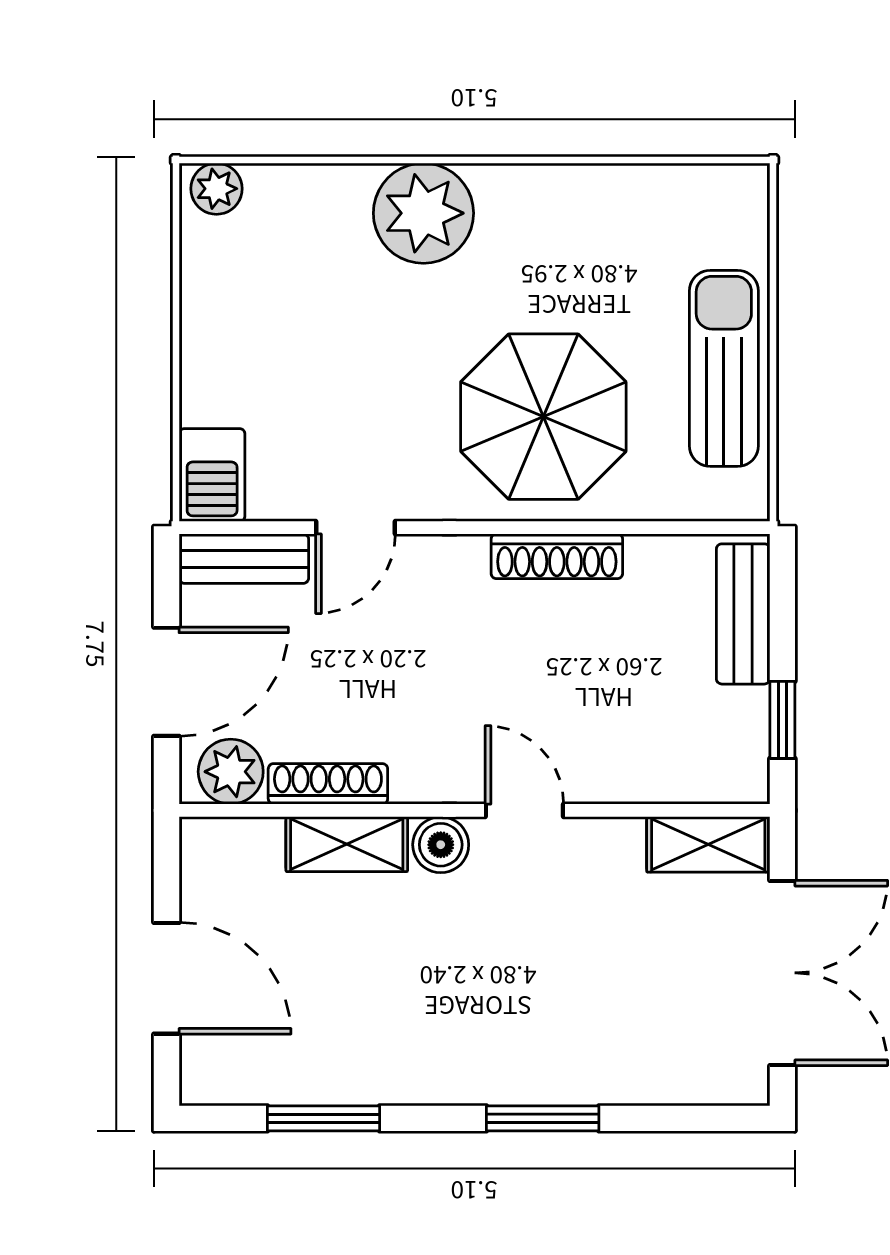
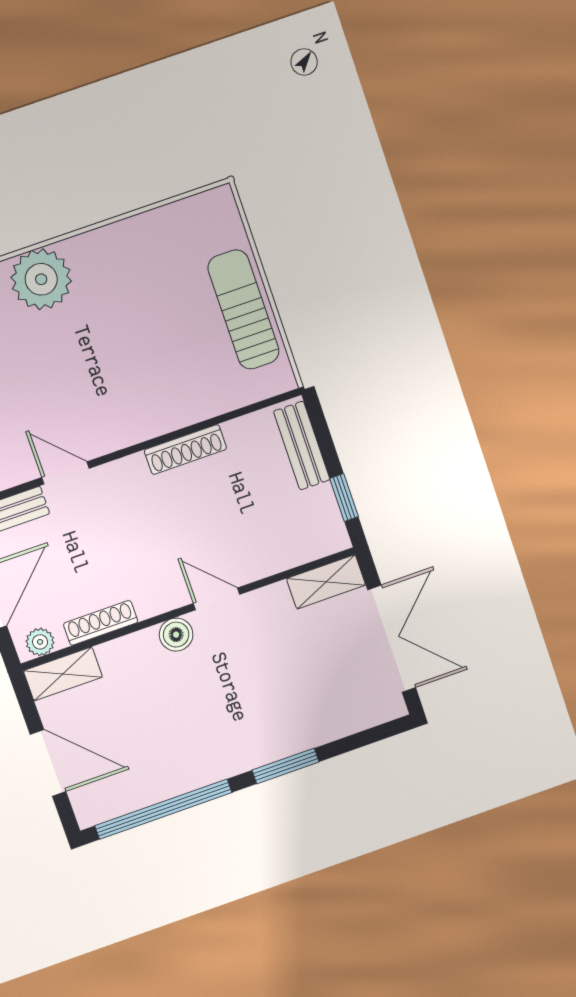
parasol: (543, 417) -> (150, 373), removed
door: (356, 528) -> (65, 473), swing flipped
plant: (231, 772) -> (40, 642), width x0.73, depth x0.73
shelving: (347, 844) -> (63, 674), moved
window: (324, 1118) -> (163, 809), width x2.11

